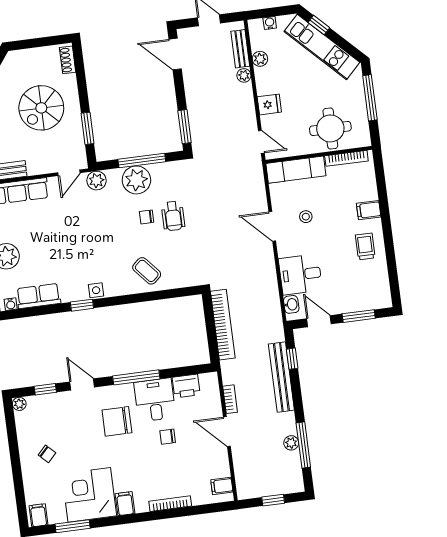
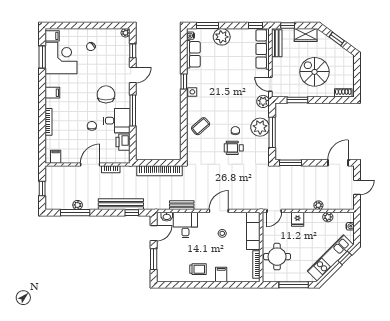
bench: (240, 49) -> (182, 205), moved
corner desk: (89, 495) -> (61, 58), moved

